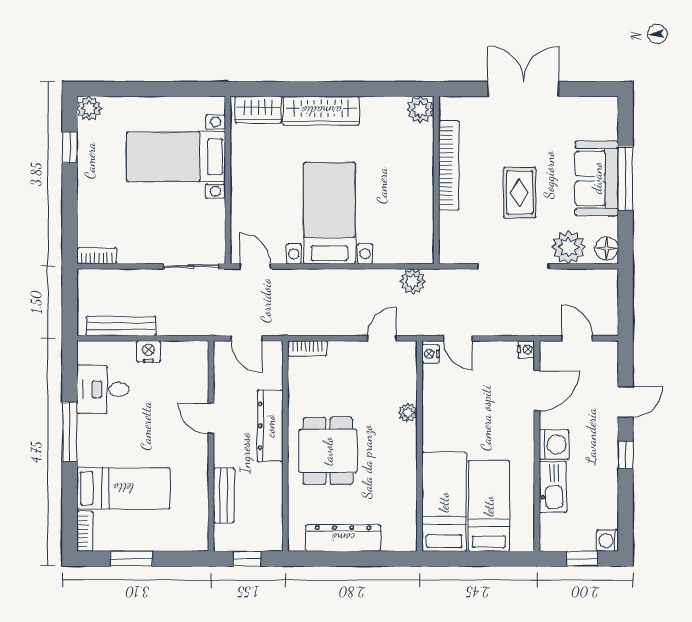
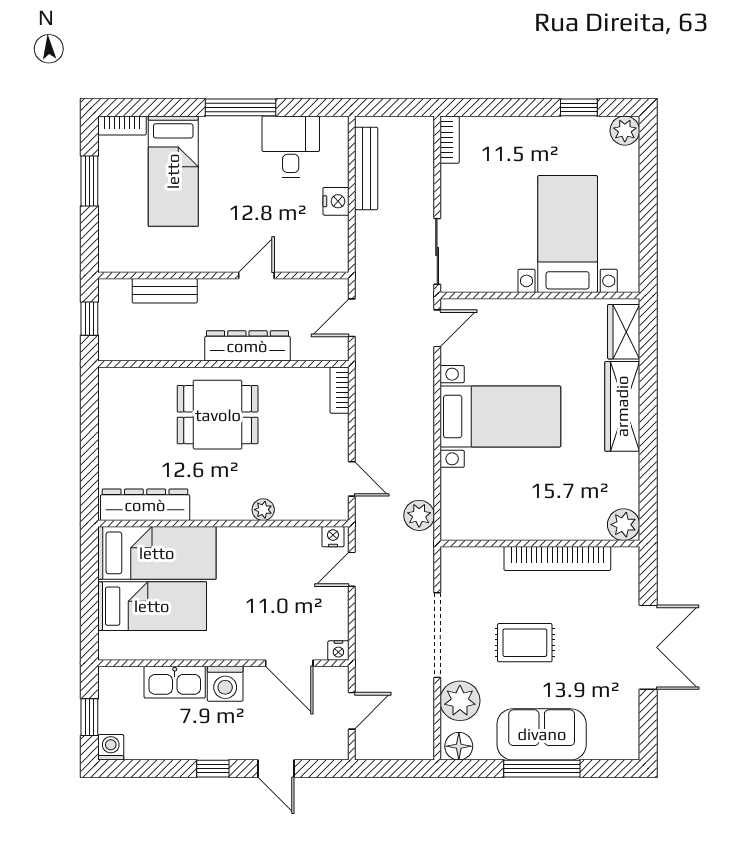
dresser: (343, 538) -> (145, 505), moved, turned -90

